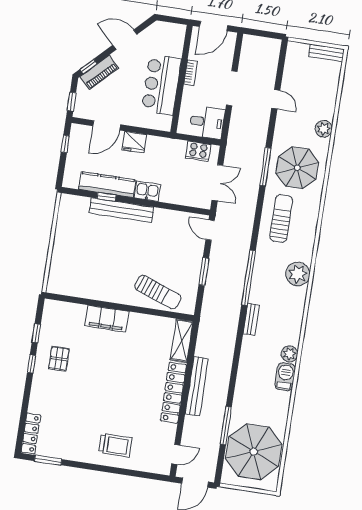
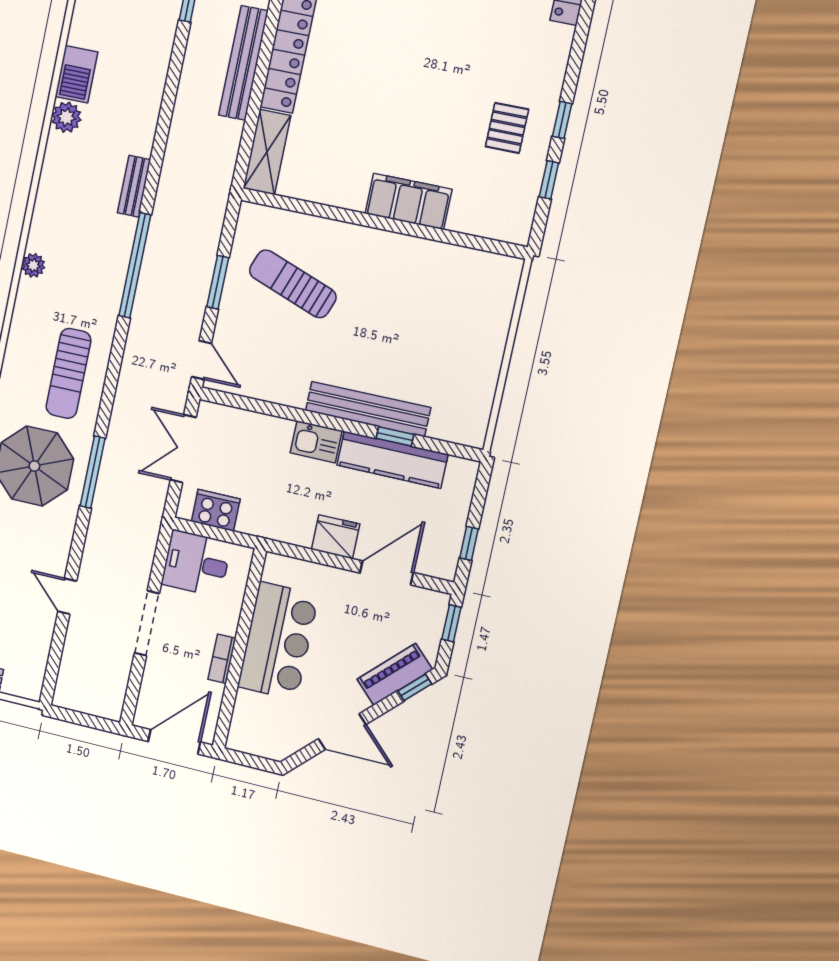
plant: (298, 274) -> (33, 265), width x0.53, depth x0.53
sun lounger: (158, 292) -> (293, 284), moved

